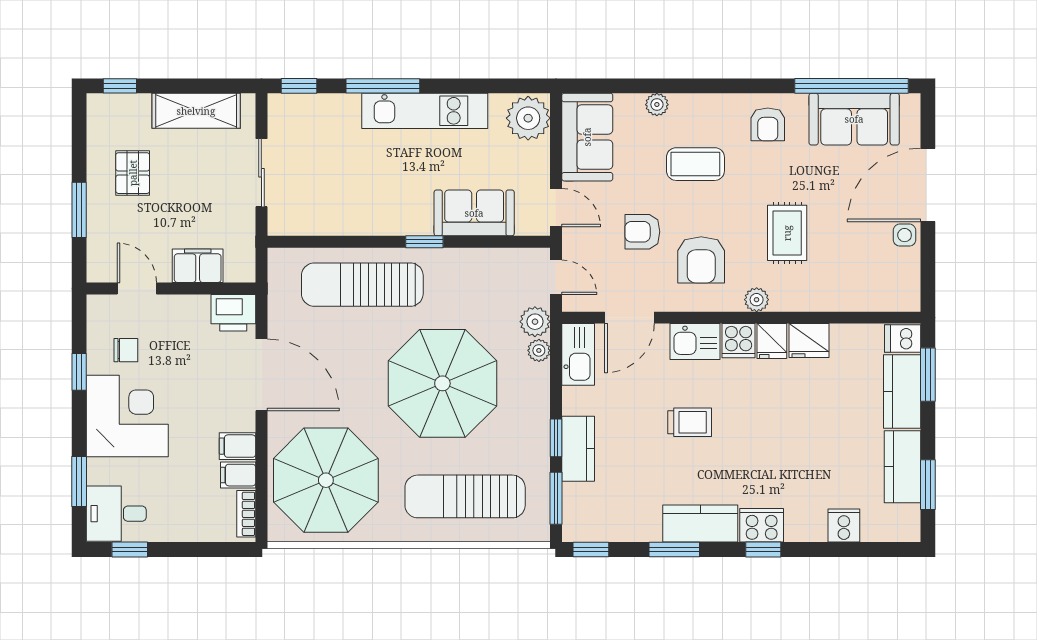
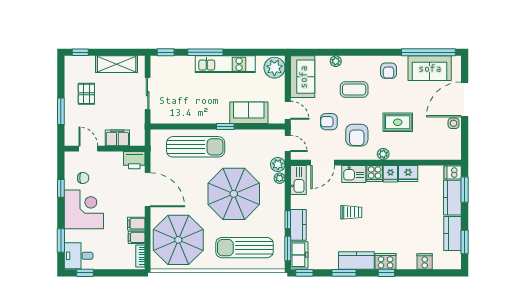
rug: (787, 233) -> (398, 122), turned 90
sun lounger: (362, 285) -> (196, 147), turned 180
freezer: (580, 512) -> (299, 255), added

